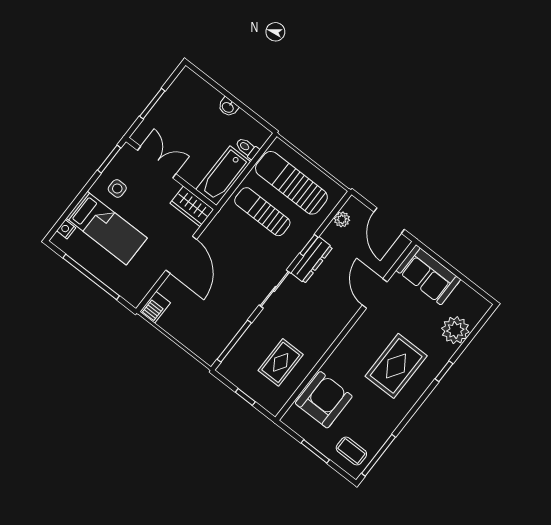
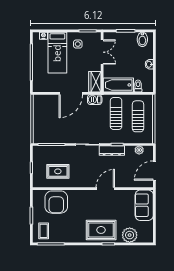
bidet: (184, 89) -> (142, 39), added
sun lounger: (291, 183) -> (138, 116), width x0.73, depth x0.75
door: (375, 294) -> (105, 189), moved
barbecue: (155, 307) -> (95, 100), moved
rug: (396, 366) -> (101, 230), moved
armchair: (324, 400) -> (56, 202), turned 90

